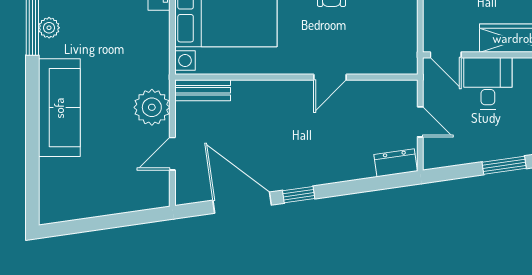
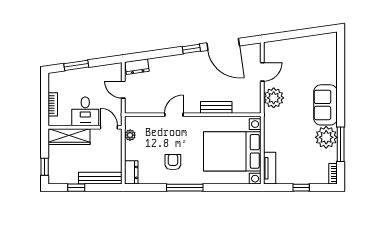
plant: (49, 28) -> (326, 137), width x1.87, depth x1.87
plant: (408, 41) -> (130, 135), added
bench: (203, 90) -> (216, 107), moved
sofa: (59, 108) -> (325, 105), width x0.73

